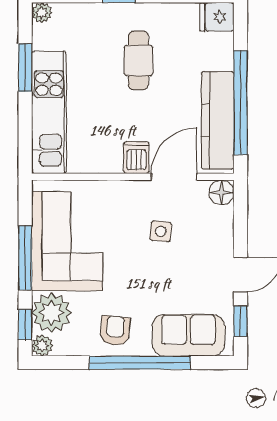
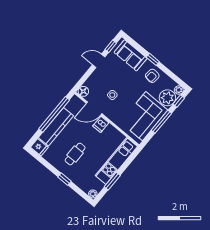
kitchen counter: (218, 120) -> (56, 127), moved
window: (140, 363) -> (153, 59), width x0.32

